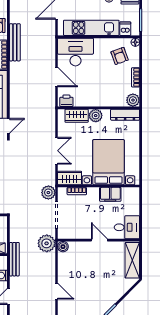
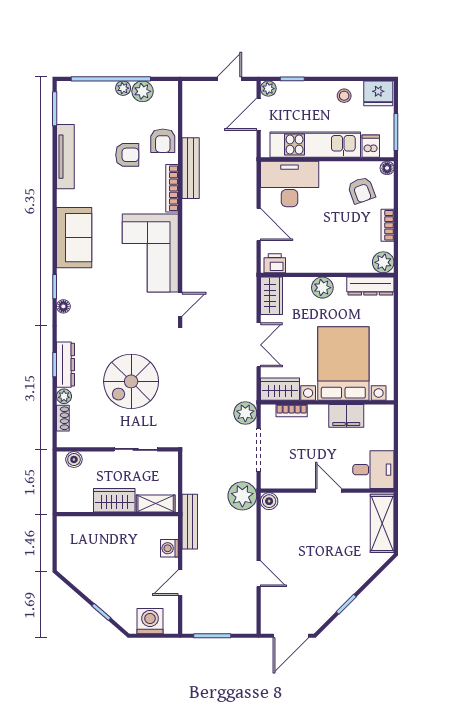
wardrobe: (77, 116) -> (271, 296), moved, turned -90

